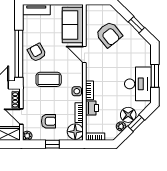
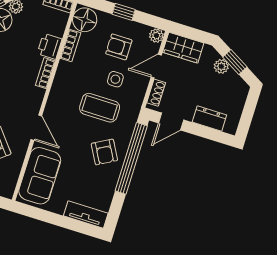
side table: (77, 91) -> (115, 79), moved
door: (21, 117) -> (156, 66), swing flipped

